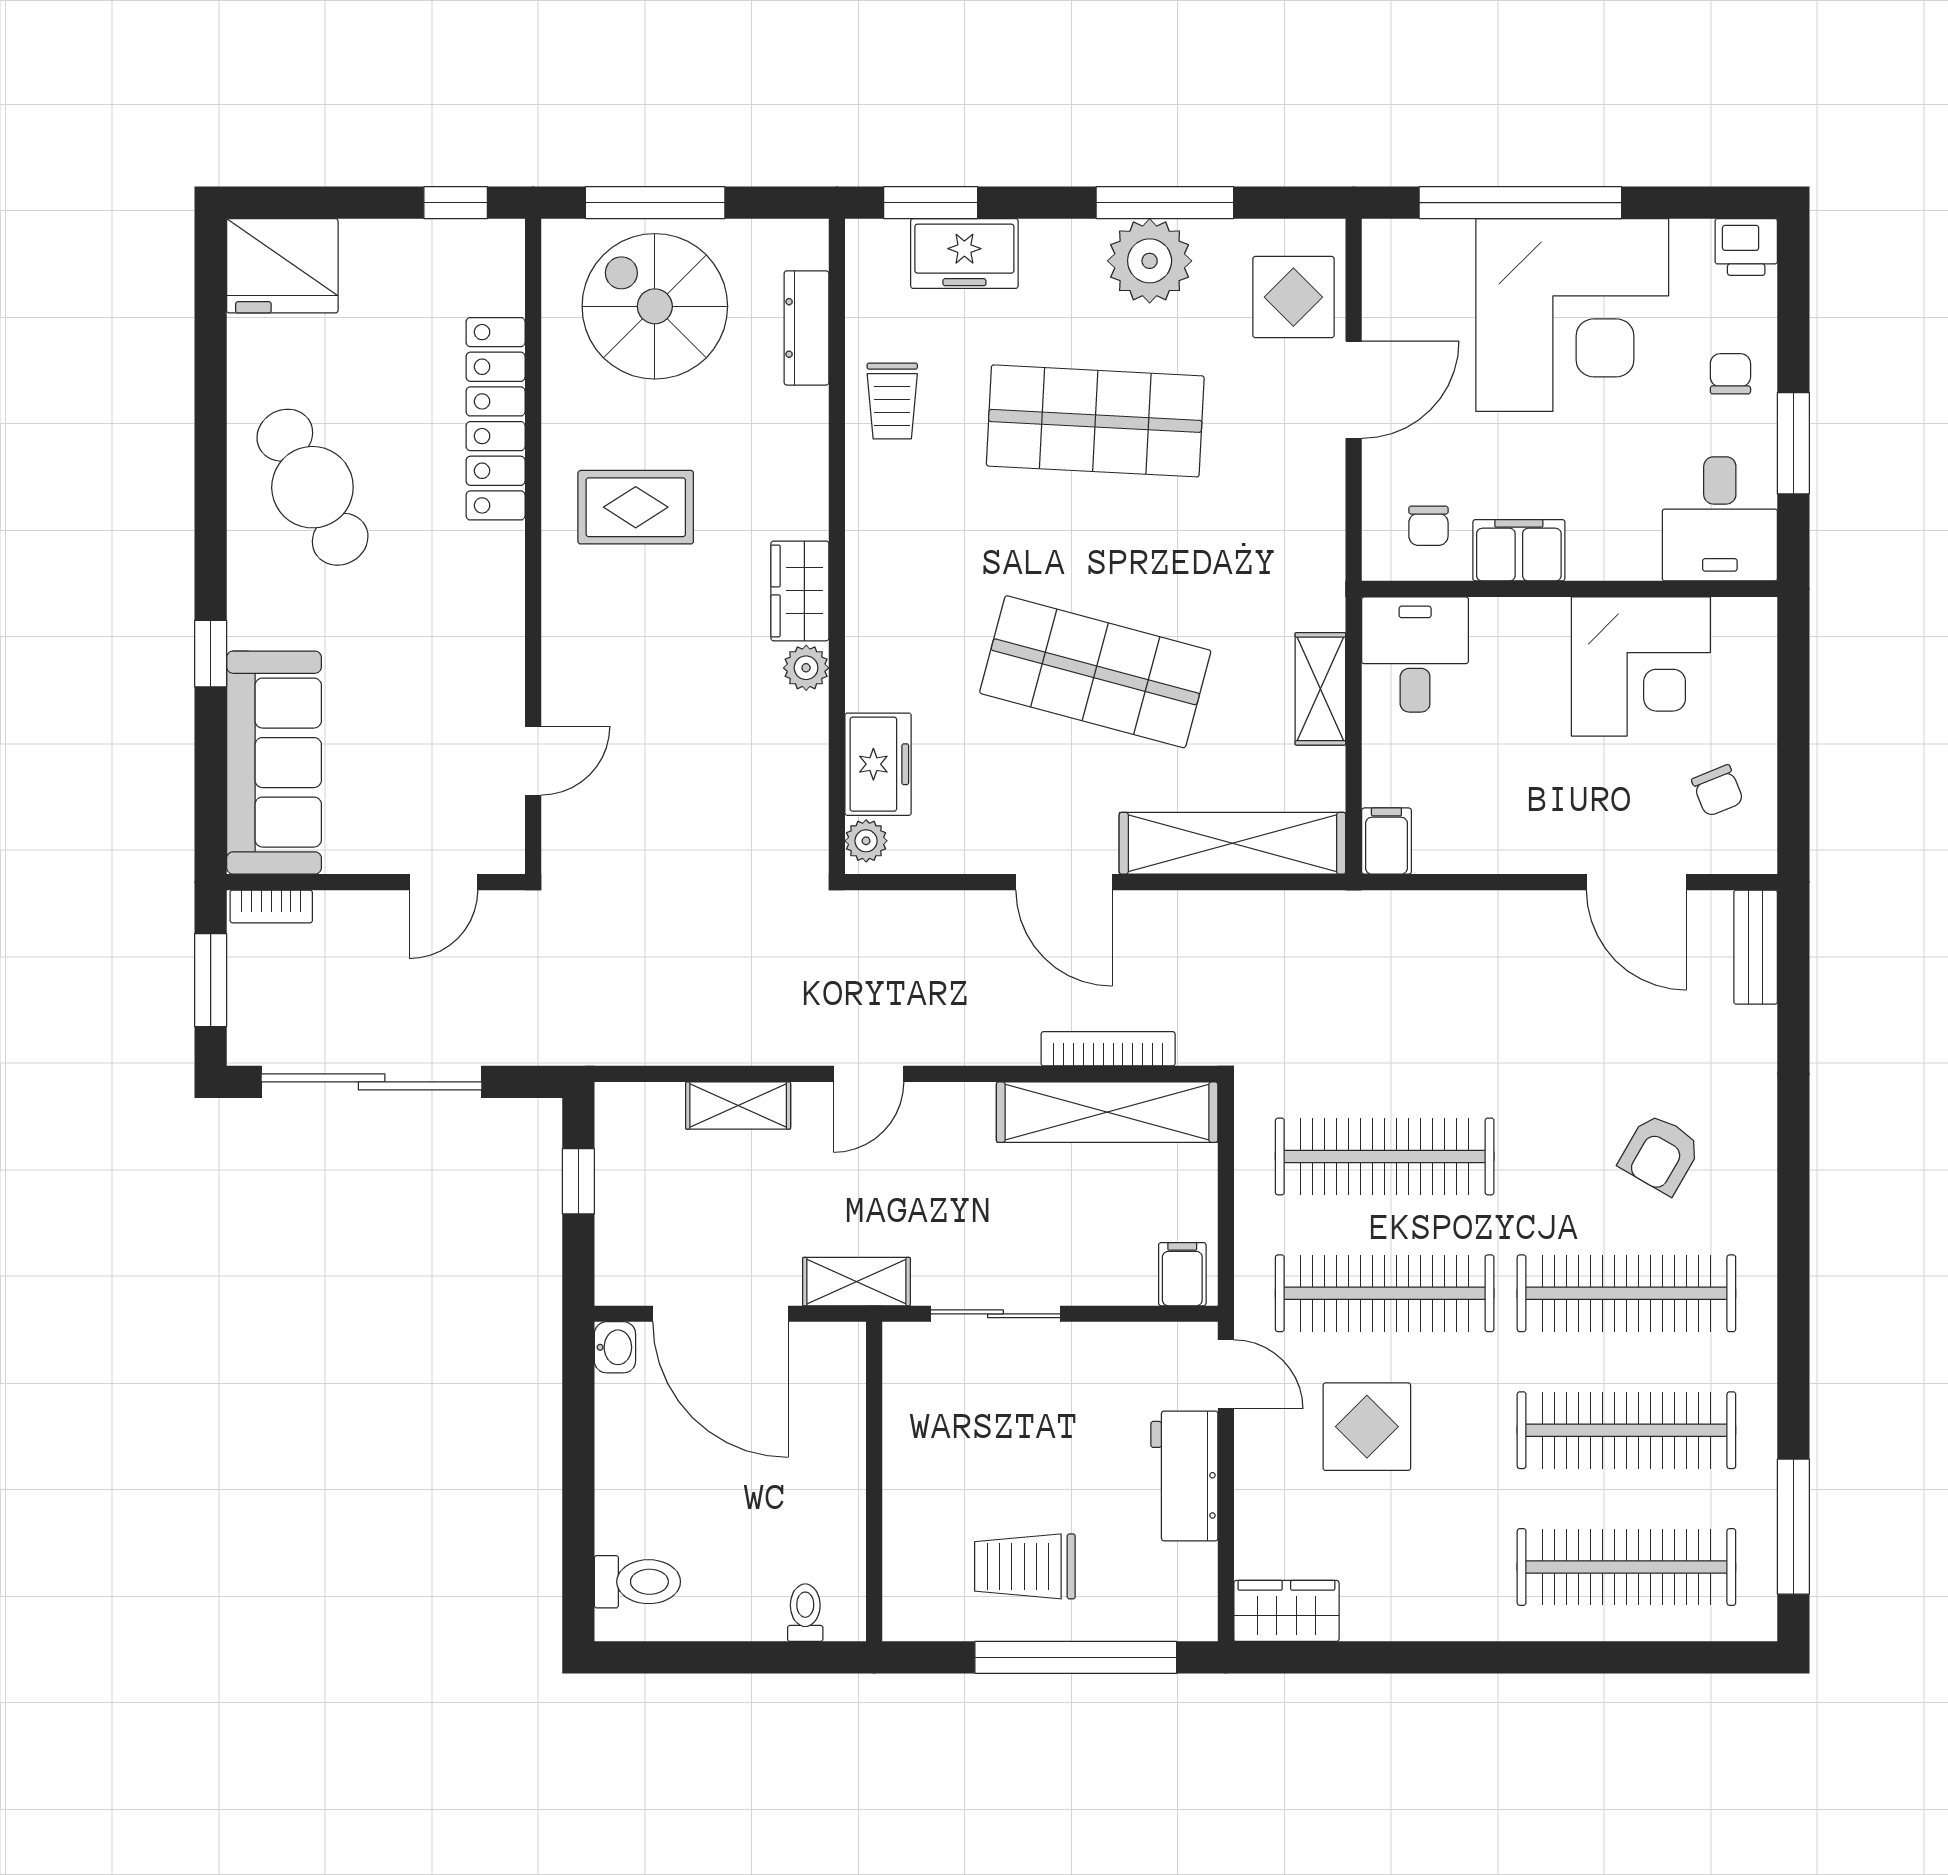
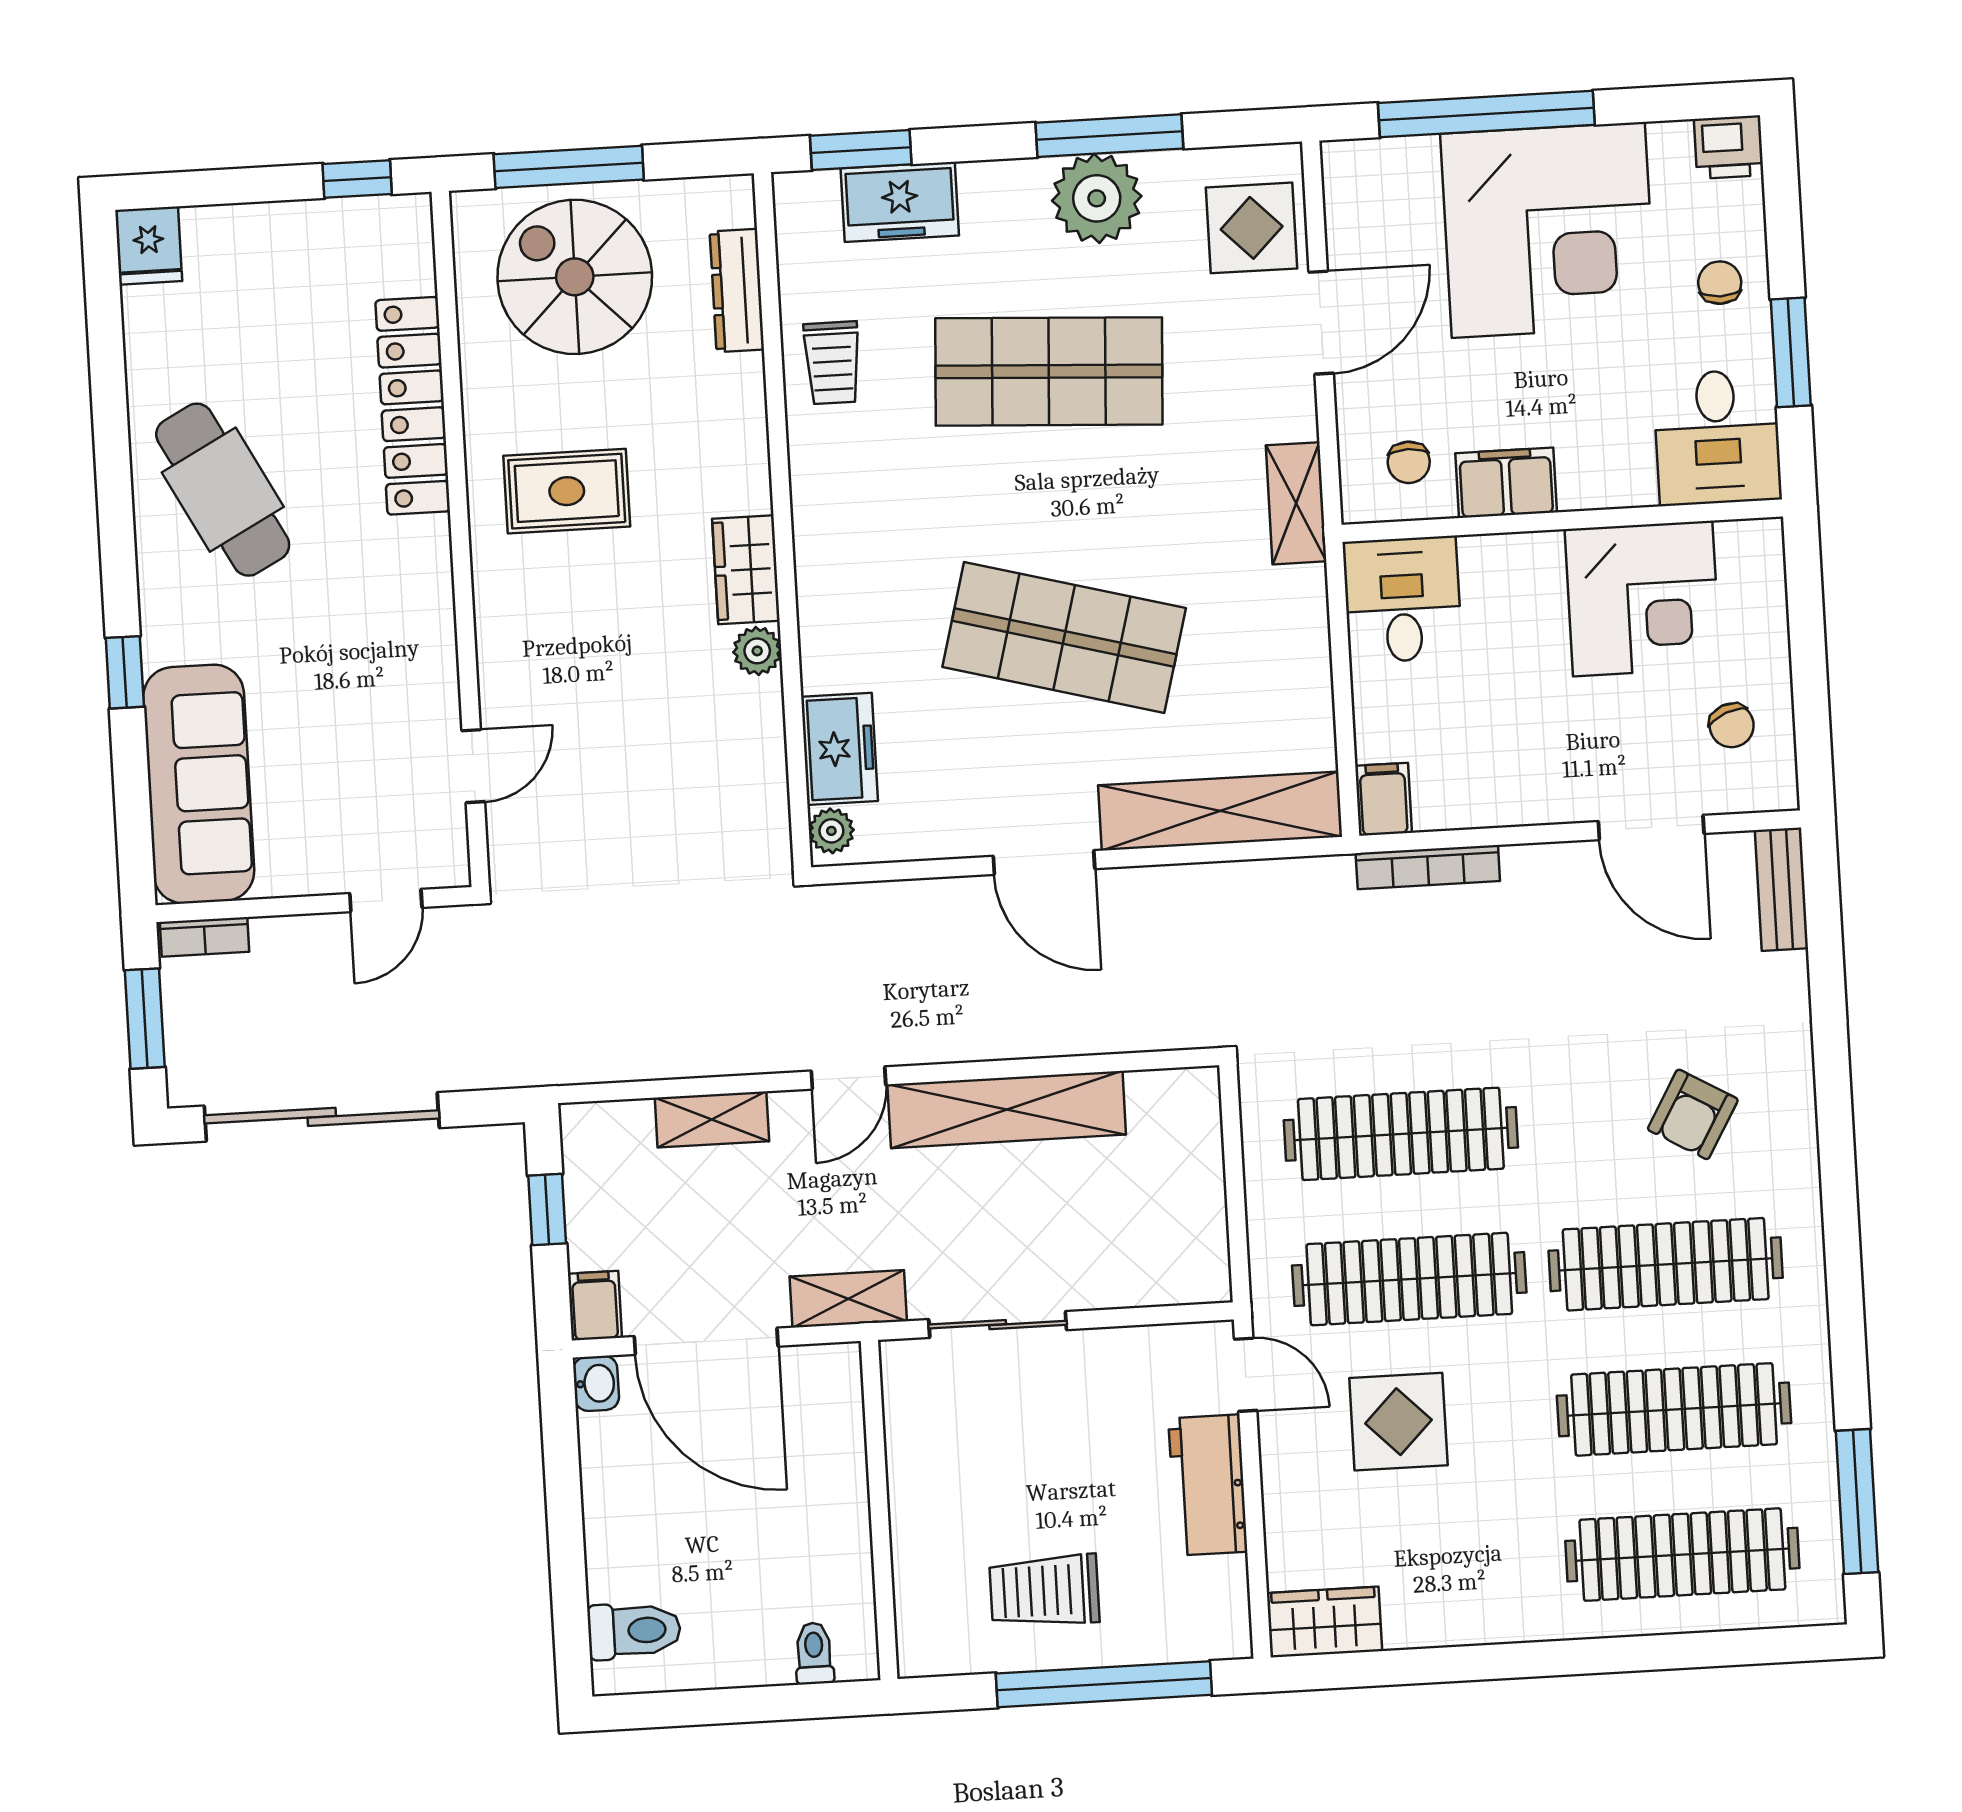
fridge: (282, 266) -> (149, 246), width x0.53, depth x0.75
shelving: (1320, 689) -> (1296, 503), moved
bookcase: (1108, 1049) -> (1428, 867), moved, turned 180
shelving: (1107, 1112) -> (1007, 1109), moved
filing cabinet: (1182, 1274) -> (595, 1306), moved

